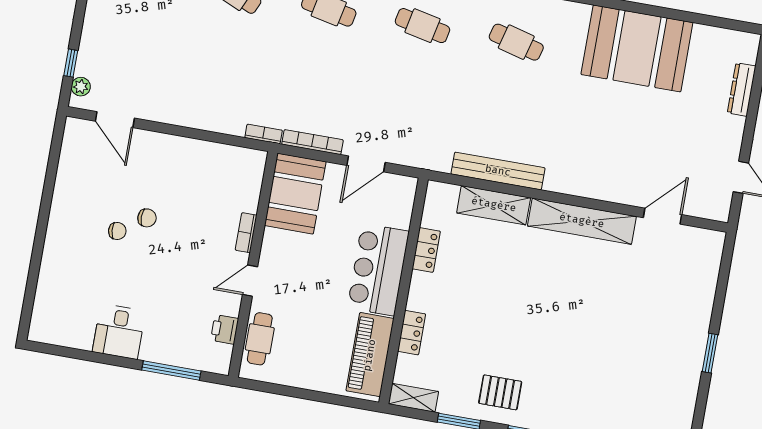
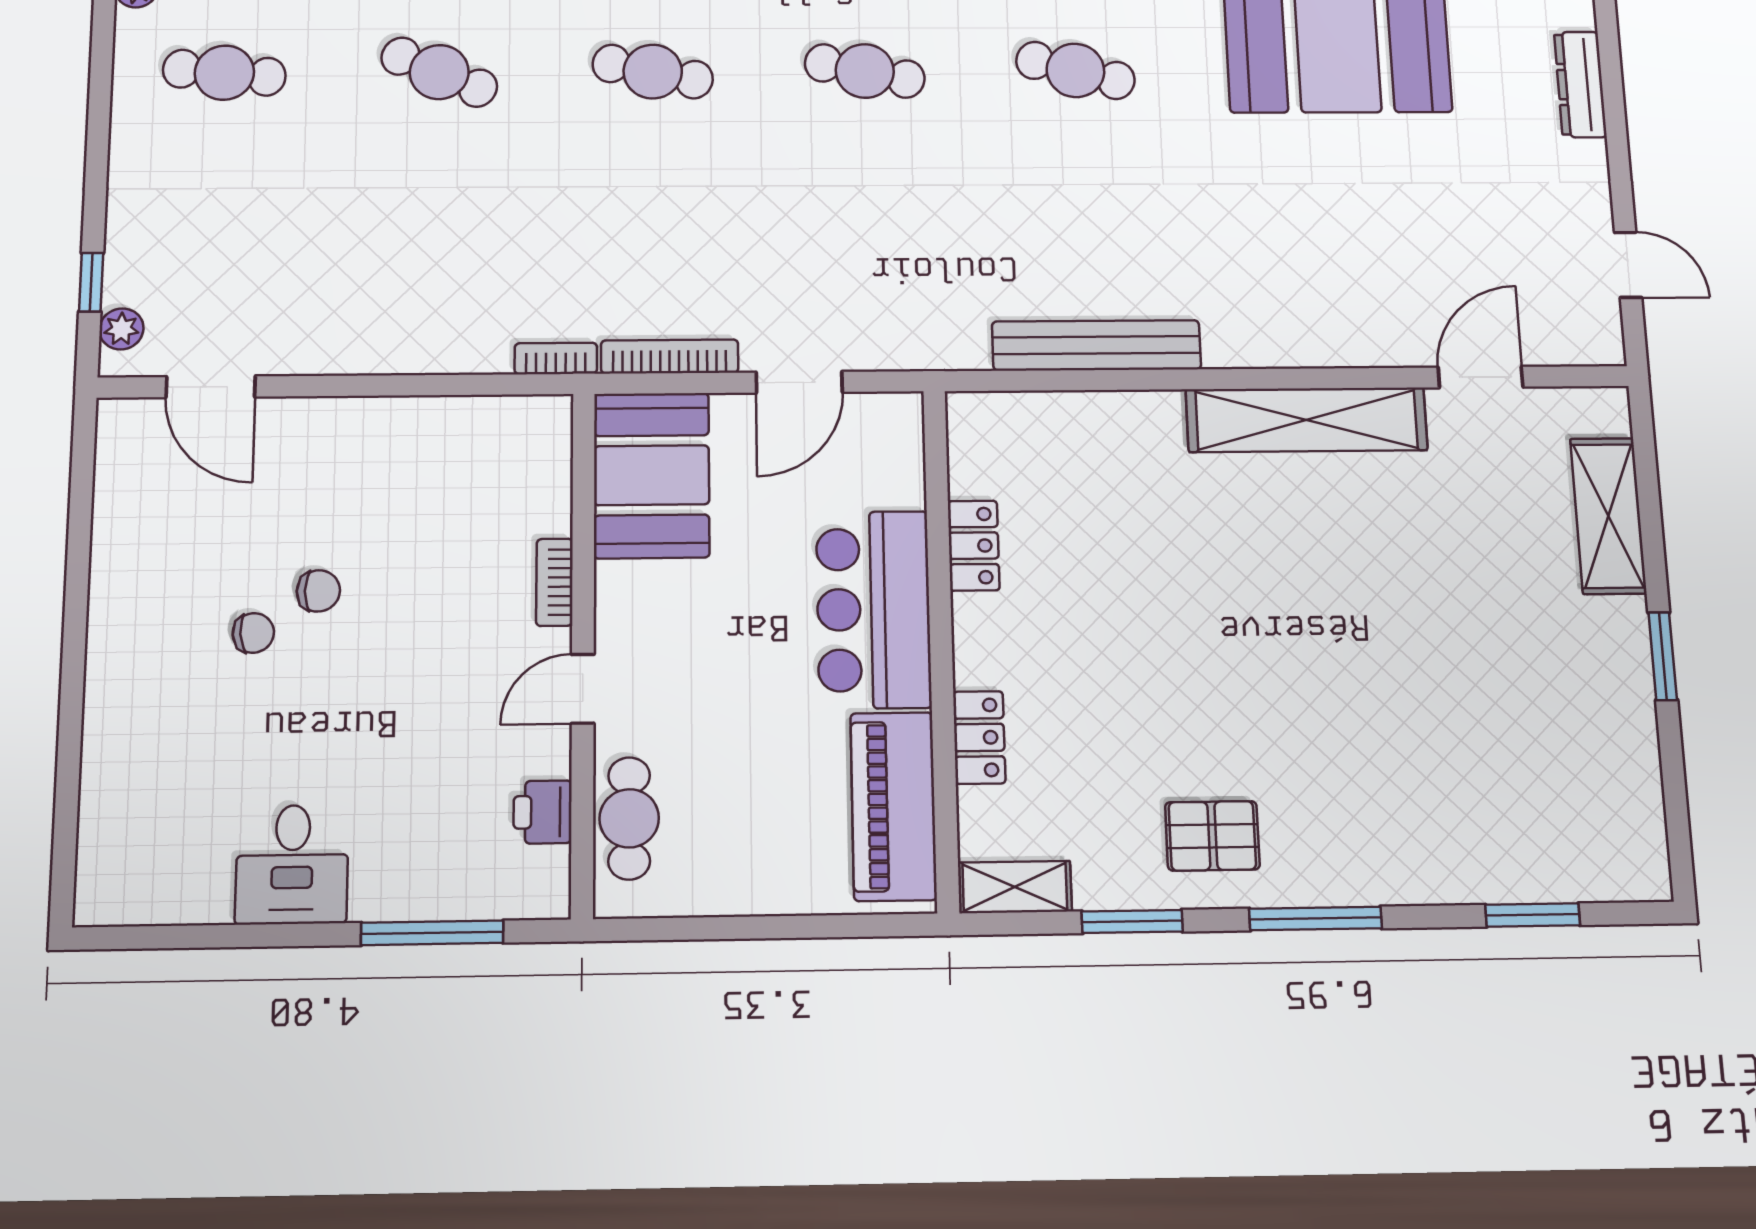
shelving: (494, 205) -> (1608, 516), moved, turned 90

